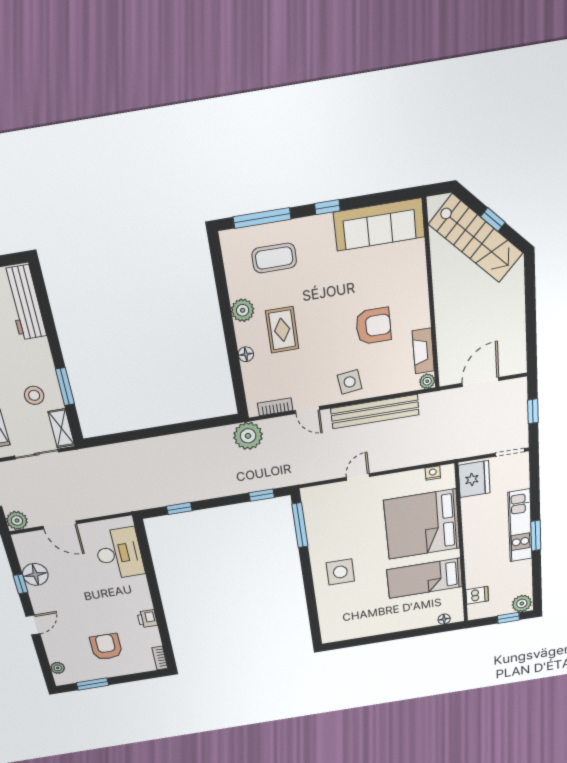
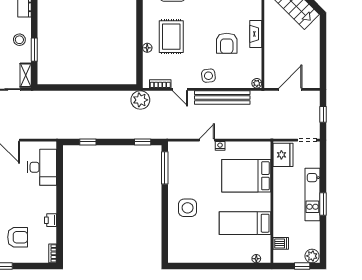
plant: (243, 310) -> (149, 21), removed
armchair: (373, 326) -> (227, 43), turned 90
rug: (282, 330) -> (171, 37), width x1.36, depth x1.43
fireplace: (423, 351) -> (256, 34), moved
stool: (34, 395) -> (19, 40), moved
nightstand: (433, 473) -> (220, 146), moved
bed: (422, 524) -> (246, 176), width x0.73
armchair: (106, 647) -> (18, 237), turned 90

